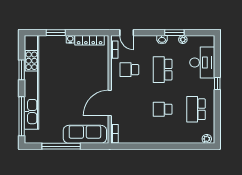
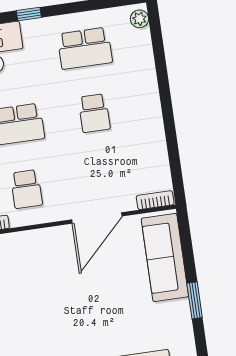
door: (110, 103) -> (97, 218), hinge flipped
window: (61, 146) -> (195, 300), width x0.47

